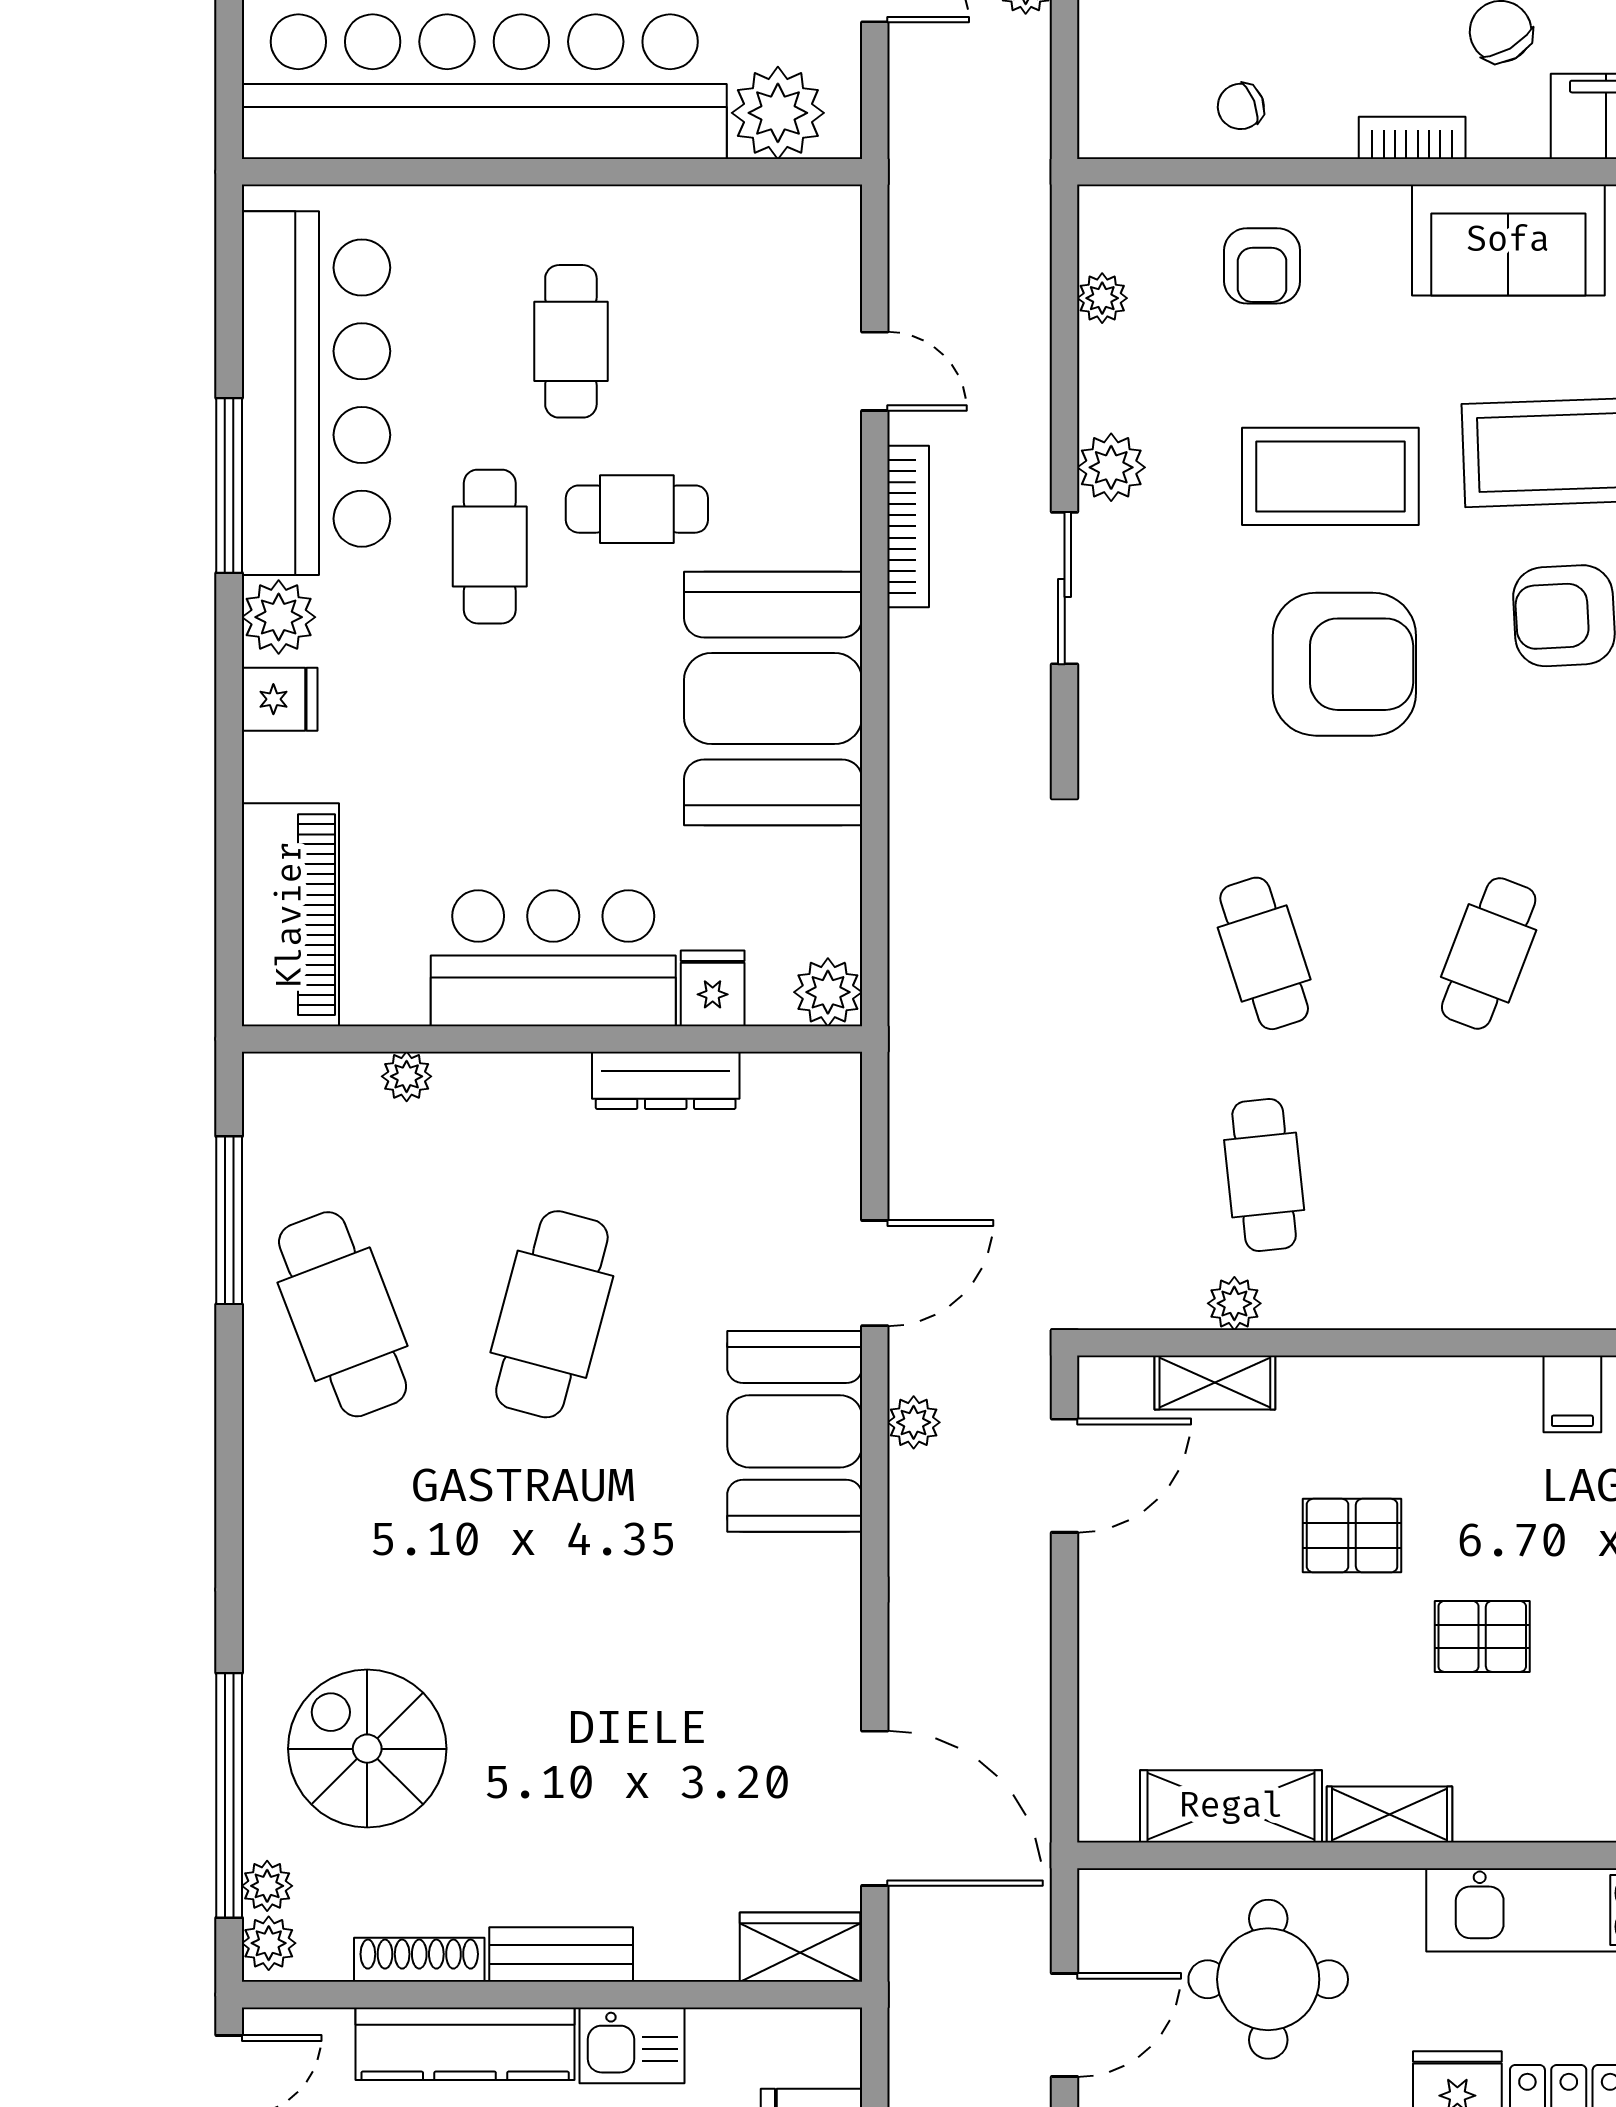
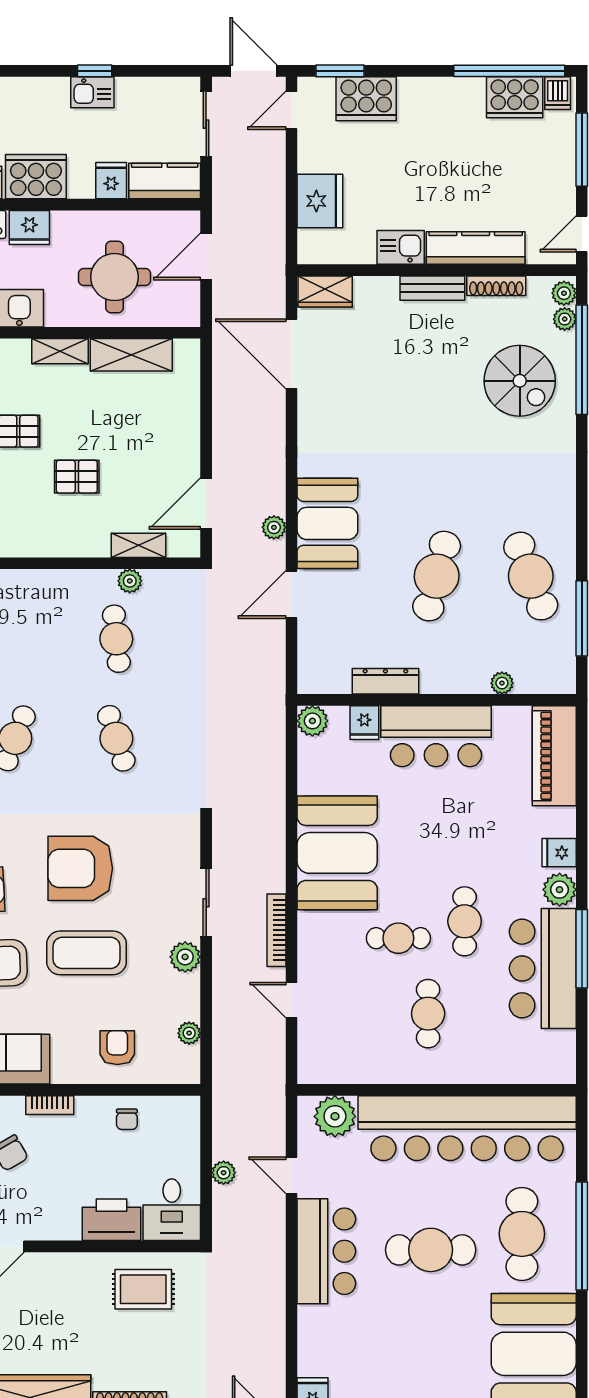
chair: (1241, 106) -> (127, 1119), turned 111
bar counter: (316, 393) -> (543, 968), width x0.73

